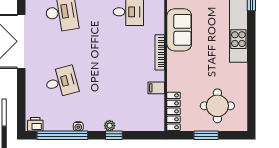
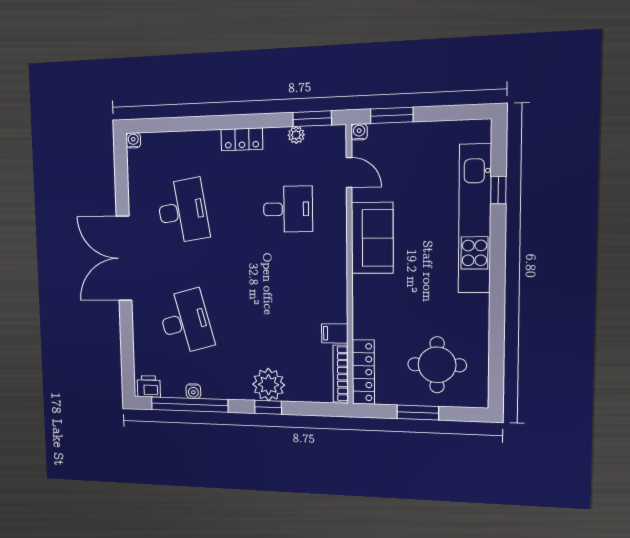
bookcase: (160, 52) -> (341, 374), moved
desk: (61, 82) -> (186, 322), width x1.37
water cooler: (78, 126) -> (193, 391), moved
plant: (110, 126) -> (269, 385), width x1.88, depth x1.88

